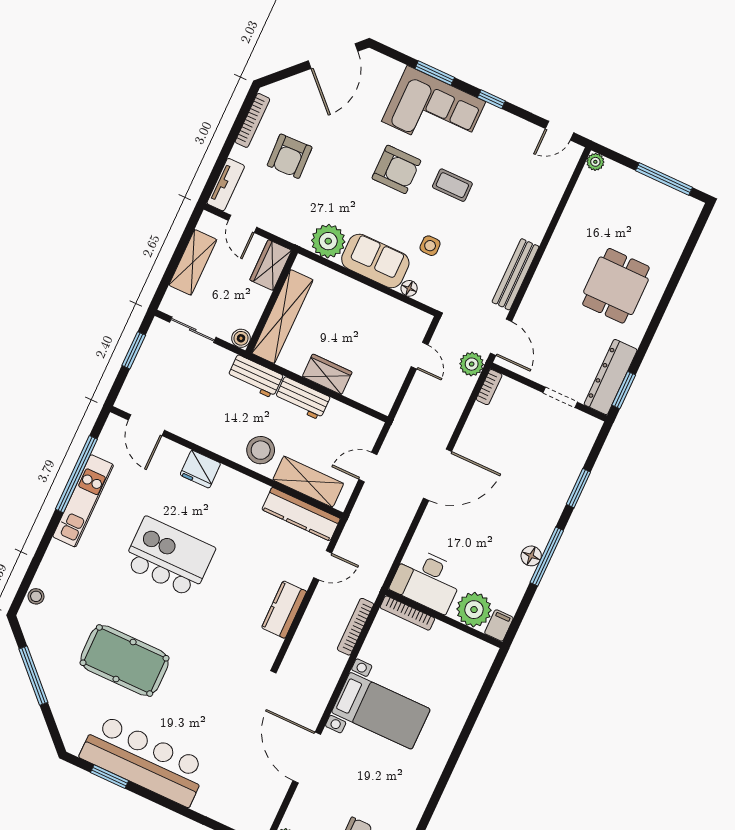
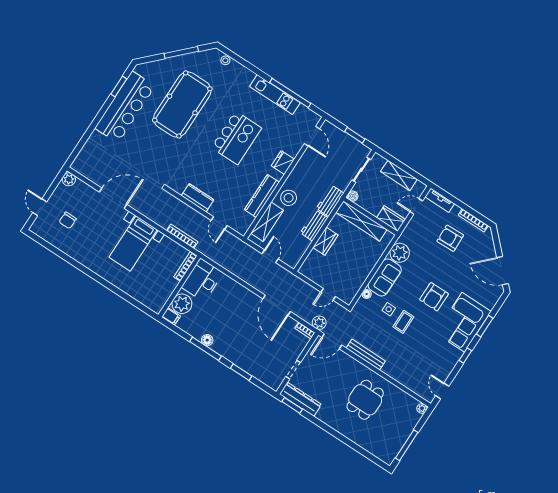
coffee table: (452, 185) -> (403, 322), moved
dining table: (616, 286) -> (365, 400), moved, turned 90
door: (146, 425) -> (312, 136), swing flipped
door: (437, 475) -> (277, 305), moved
kitchen counter: (301, 514) -> (262, 196), moved
pool table: (125, 661) -> (182, 104), width x1.36, depth x1.32

